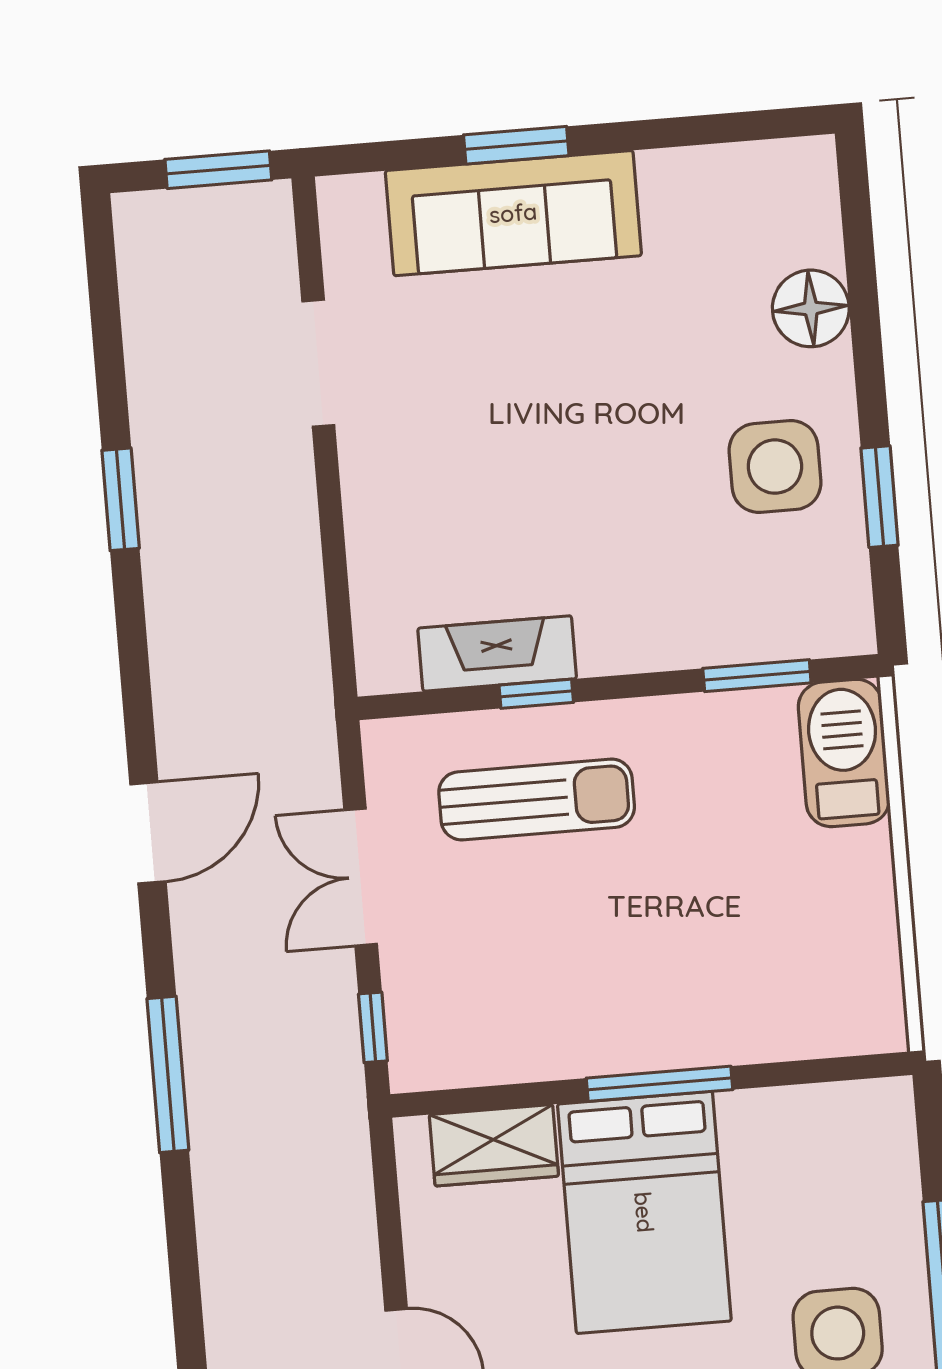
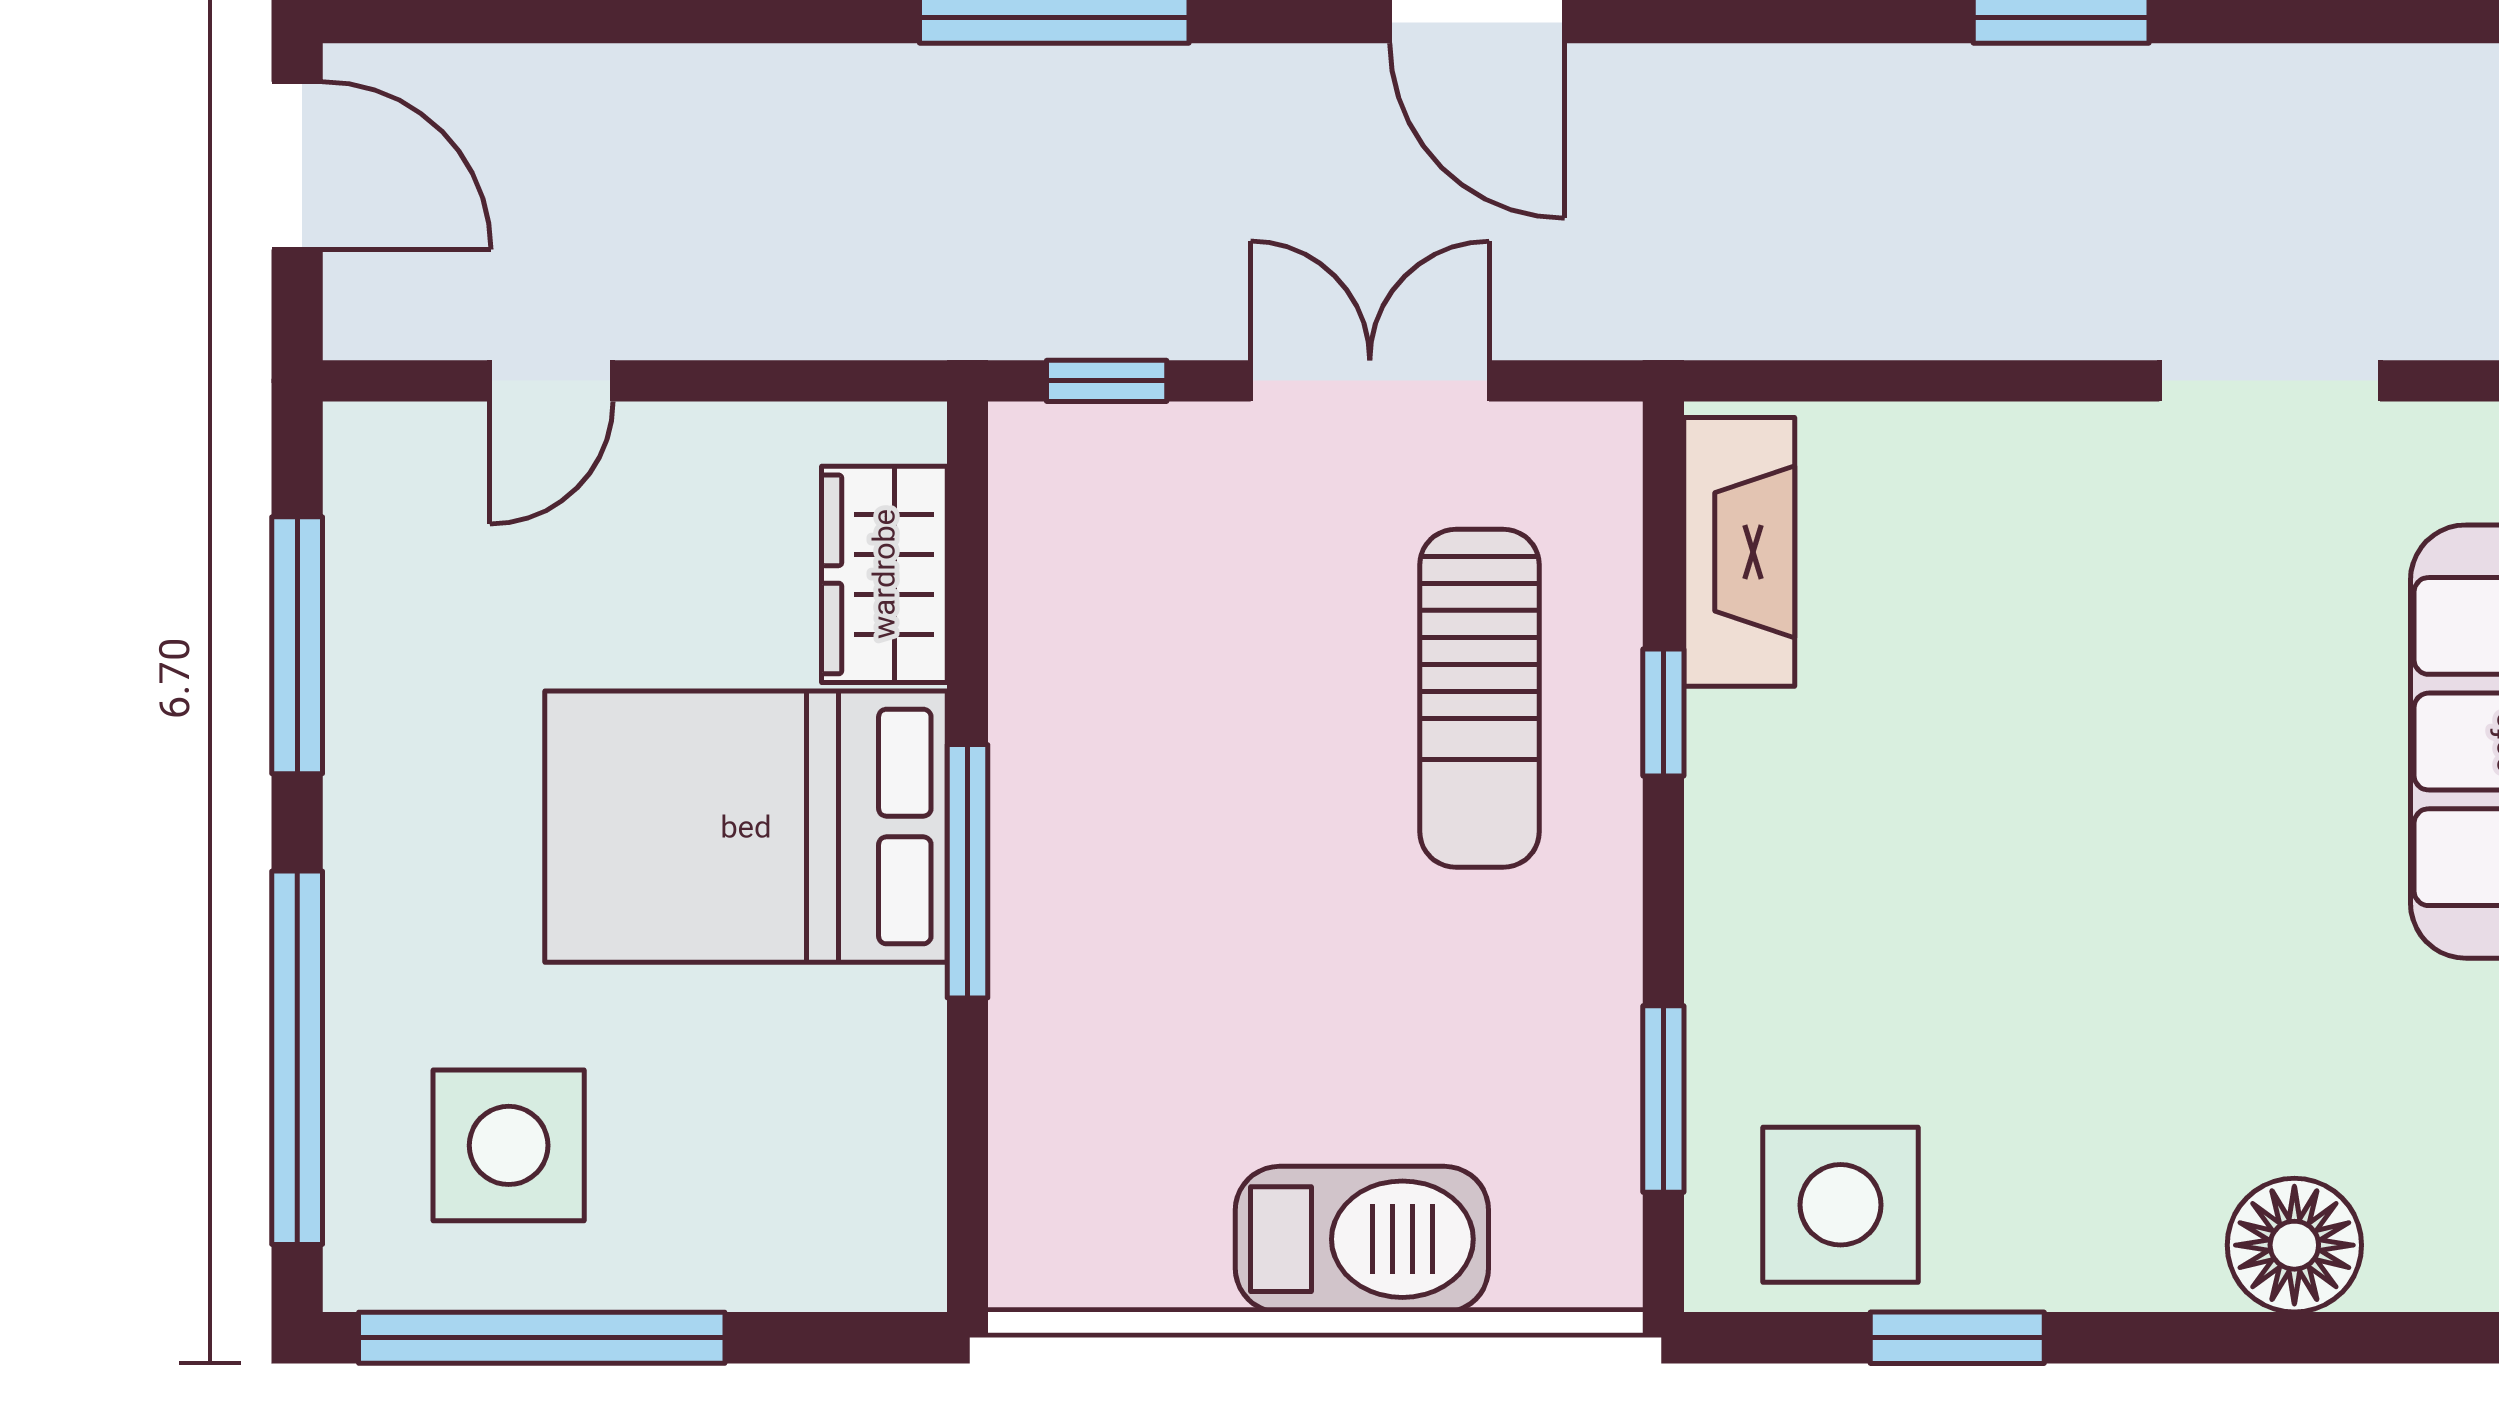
side table: (775, 467) -> (1841, 1205), moved
fireplace: (497, 653) -> (1739, 552), moved
barbecue: (844, 753) -> (1362, 1239), moved

